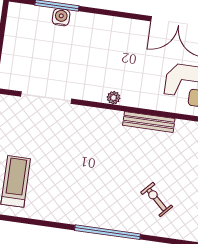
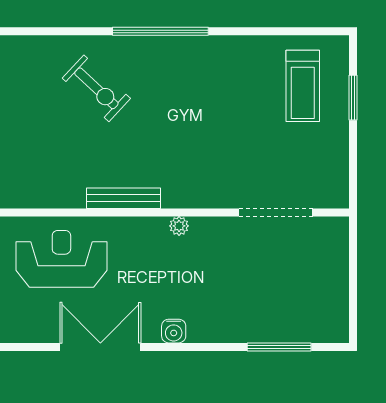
water cooler: (61, 17) -> (174, 331), moved
exercise bike: (157, 199) -> (96, 88), width x1.38, depth x1.39

